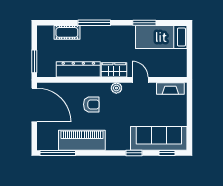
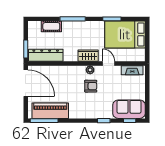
bed: (161, 37) -> (125, 35), width x1.50
dresser: (78, 69) -> (46, 55), moved
armchair: (91, 104) -> (91, 86), moved
sofa: (159, 138) -> (129, 109), width x0.73
piano: (82, 140) -> (50, 111), moved

